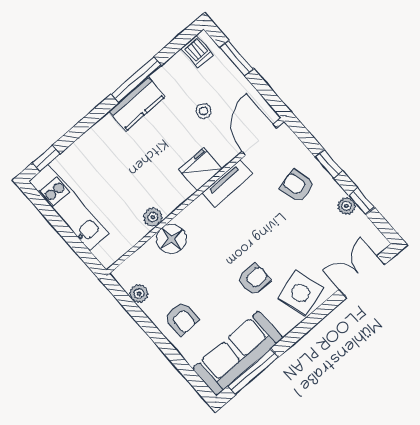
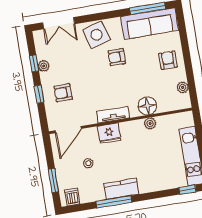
tv unit: (227, 184) -> (113, 115), moved
armchair: (297, 186) -> (63, 93), turned 104

